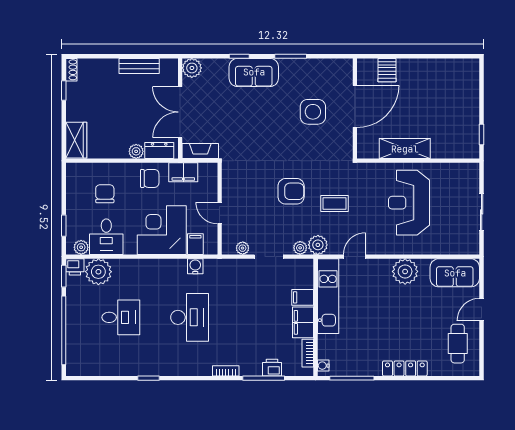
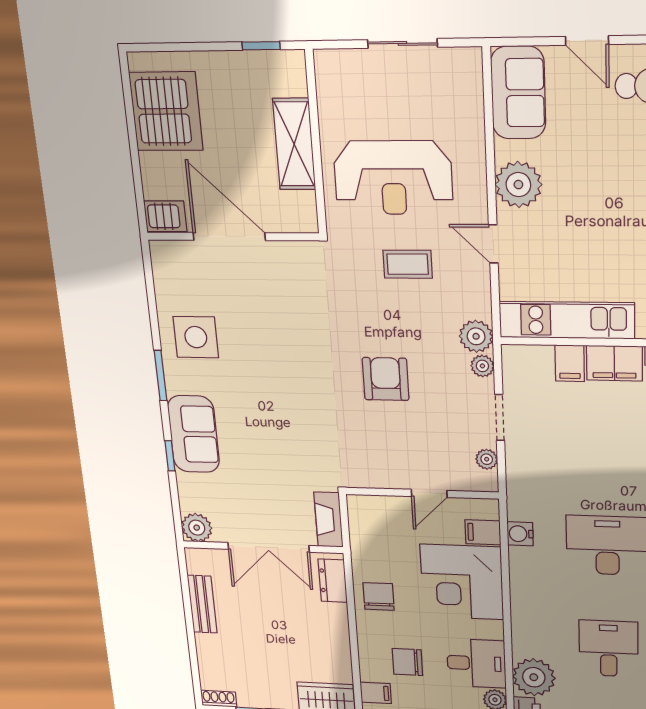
server rack: (447, 77) -> (166, 111), added
door: (355, 106) -> (229, 236), moved
wall: (355, 108) -> (233, 236), moved
side table: (313, 112) -> (196, 337), moved
shelving: (405, 149) -> (294, 144), moved
plant: (136, 151) -> (337, 614), removed
filing cabinet: (183, 172) -> (376, 693), moved, width x0.50
coffee table: (335, 204) -> (408, 264), moved, turned 90
door: (355, 257) -> (493, 244), moved

